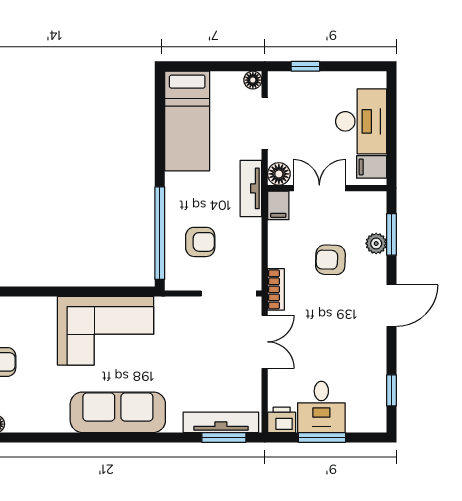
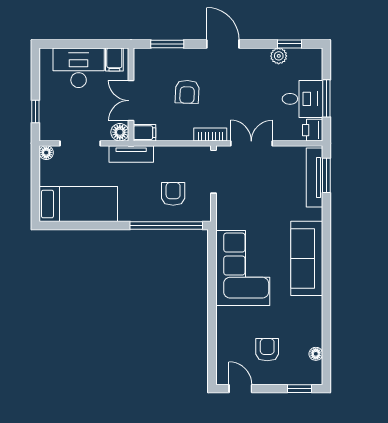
plant: (376, 243) -> (279, 56), moved

